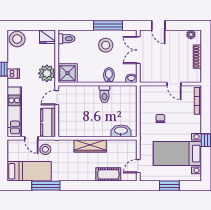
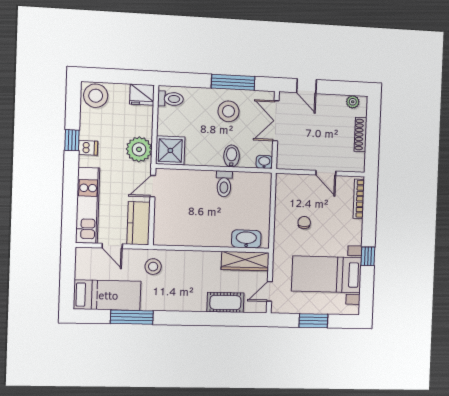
wardrobe: (90, 146) -> (245, 261), moved
stool: (45, 149) -> (153, 267), moved

